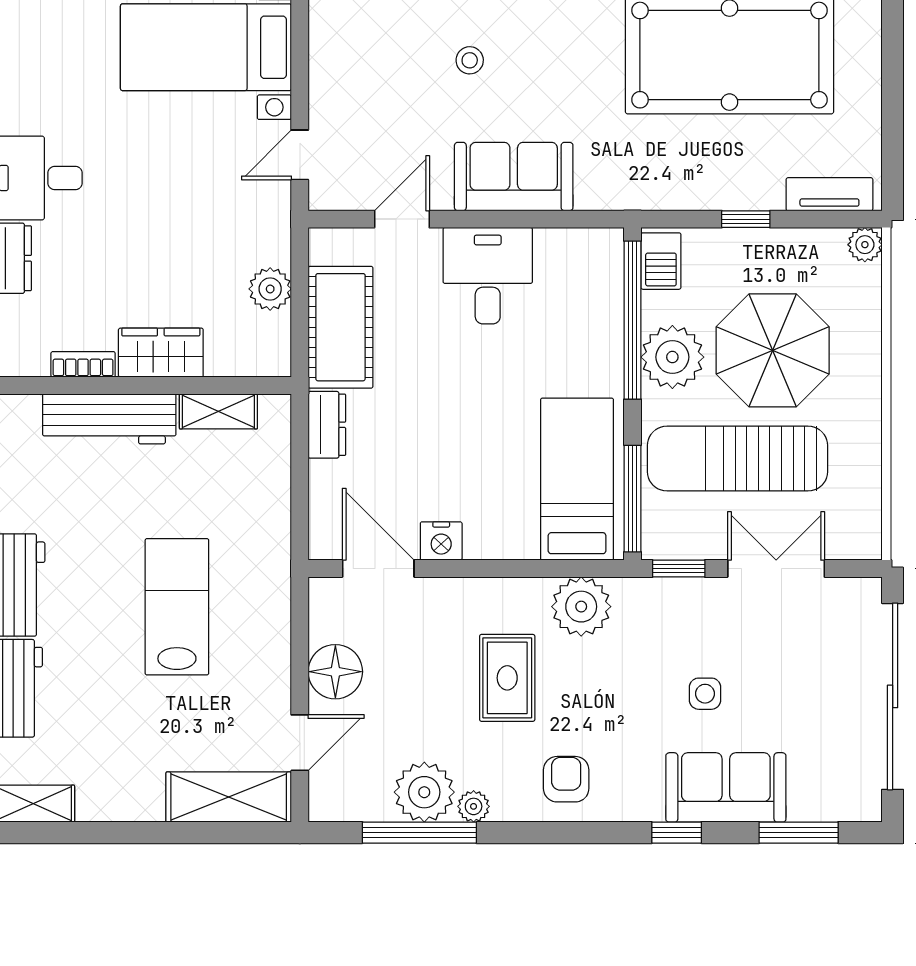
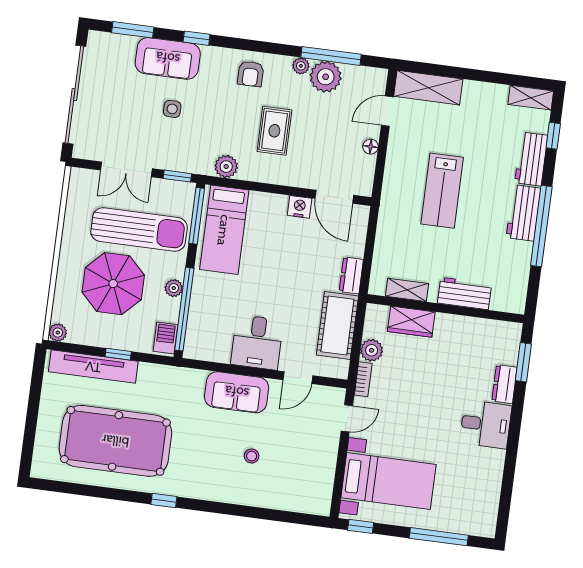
tv unit: (829, 194) -> (93, 367), width x1.92, depth x1.29
wardrobe: (161, 353) -> (411, 322), moved
plant: (672, 357) -> (174, 288), width x0.53, depth x0.53
bookcase: (83, 364) -> (363, 379), moved, turned -90
workbench: (109, 419) -> (465, 293), width x0.73
plant: (581, 607) -> (226, 167), width x0.73, depth x0.73
floor lamp: (335, 672) -> (371, 147), width x0.53, depth x0.53

